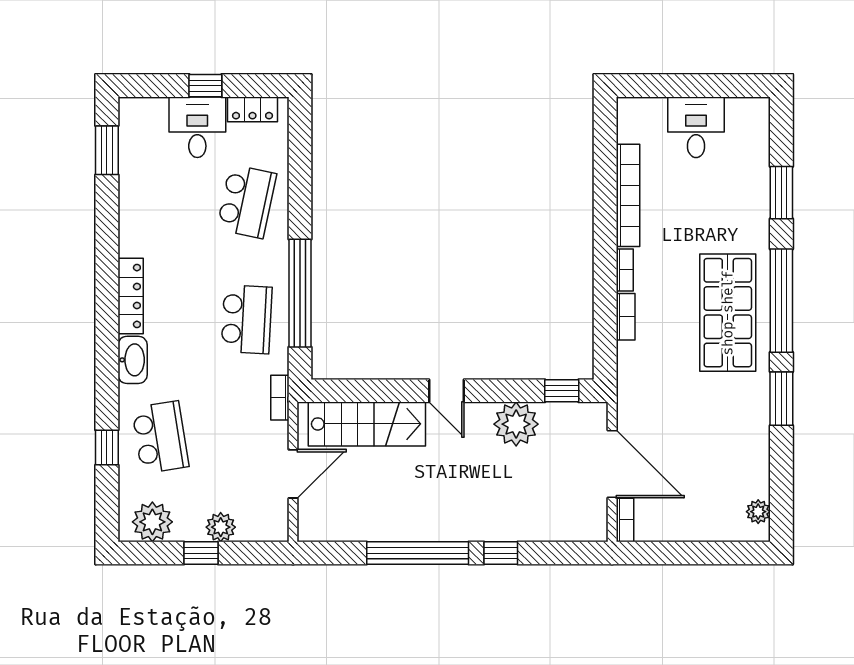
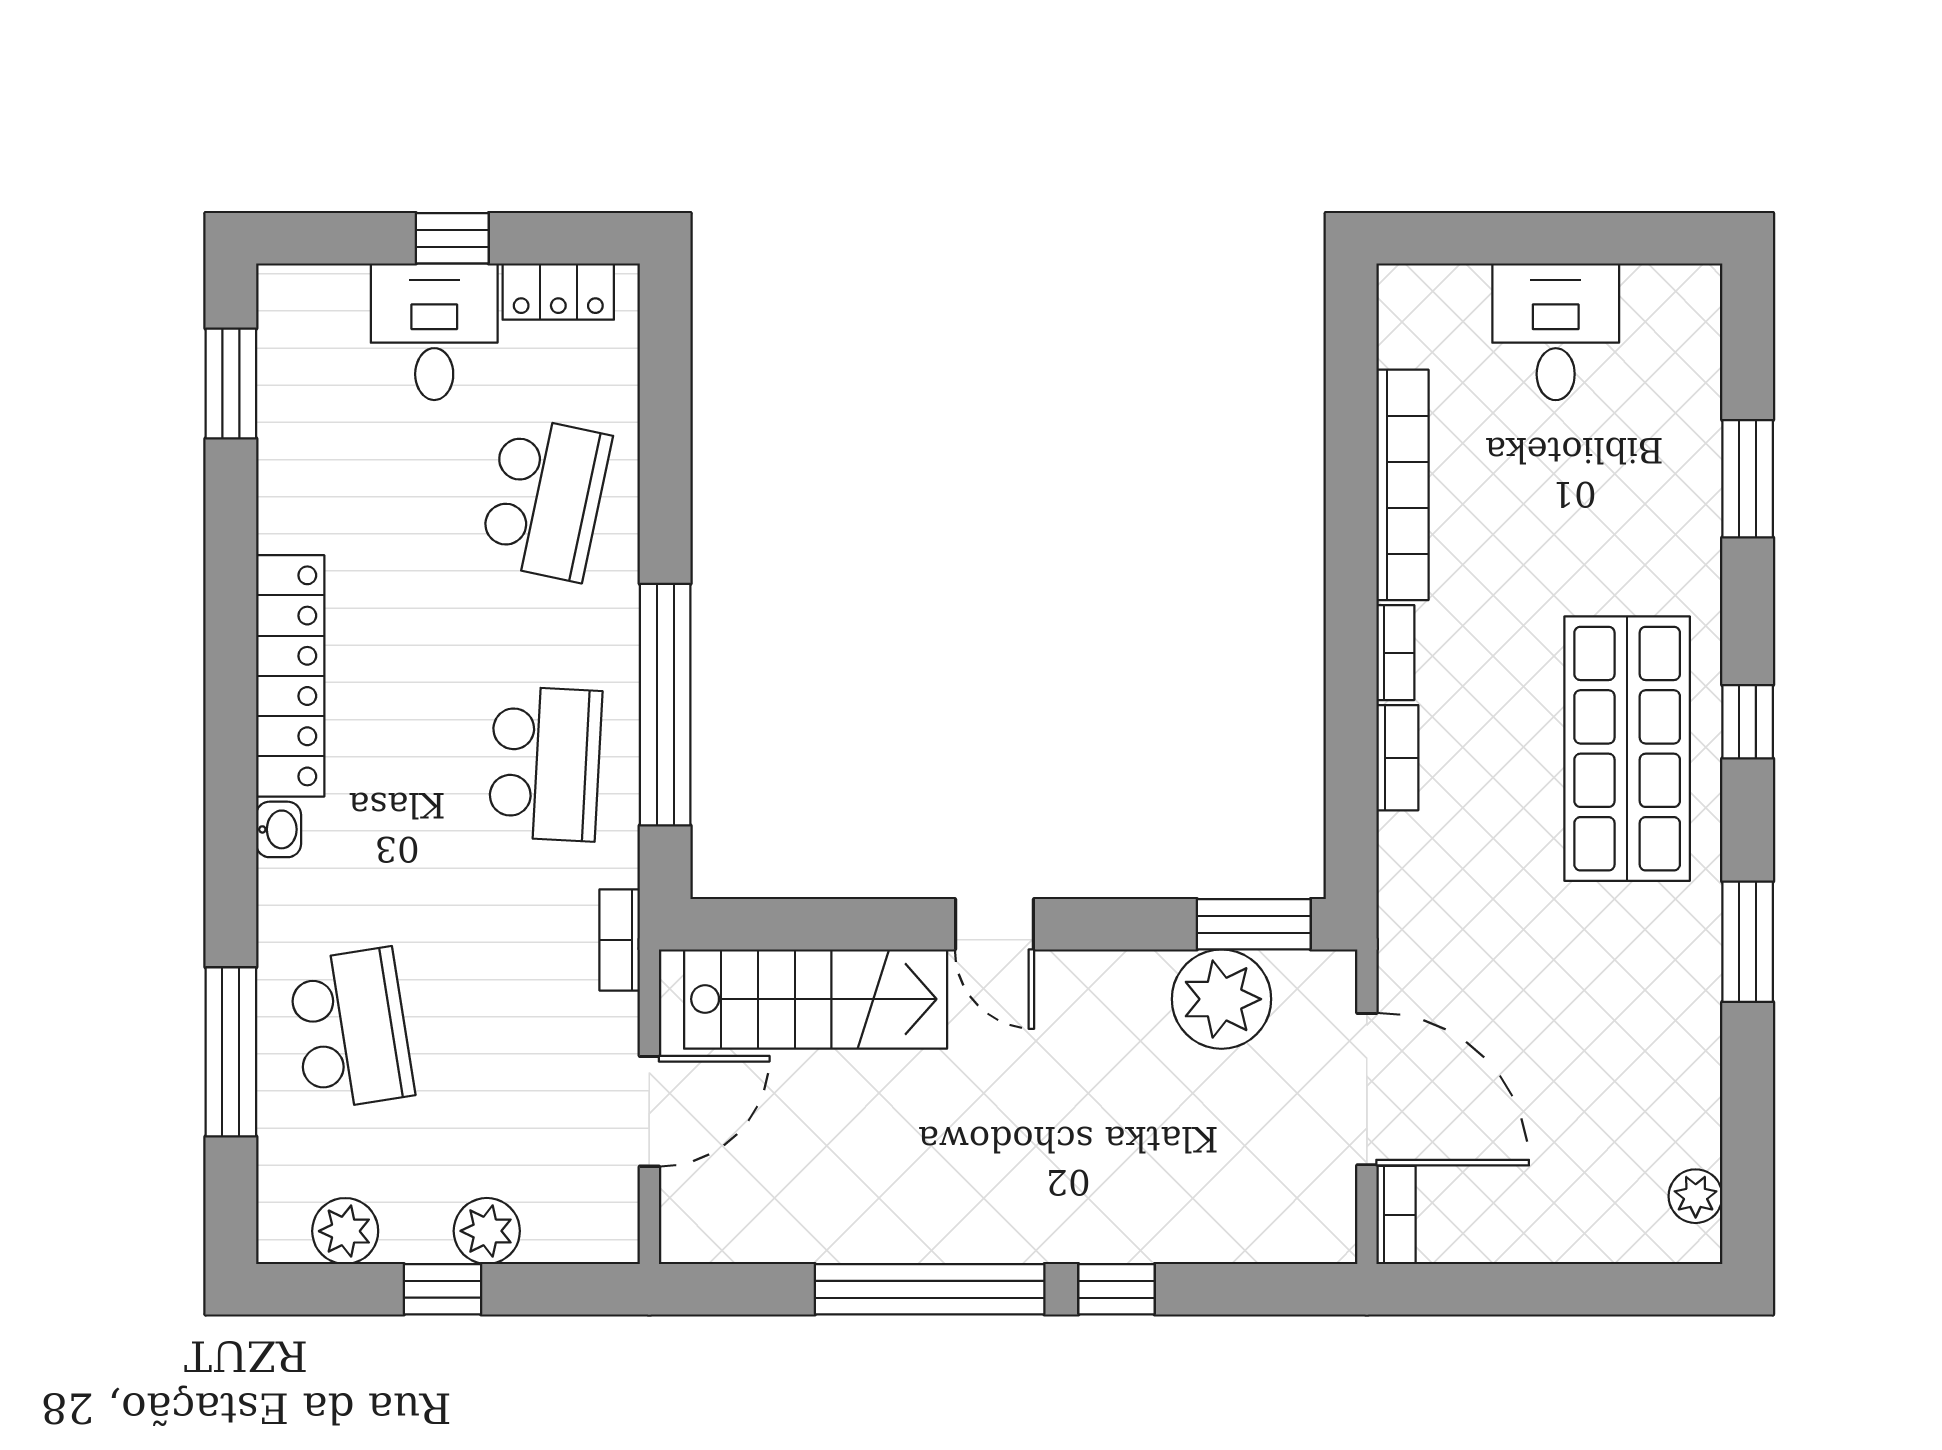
locker: (131, 296) -> (290, 676), width x1.41, depth x1.21
window: (781, 301) -> (1748, 722), width x0.32
washbasin: (133, 360) -> (279, 829), width x0.52, depth x0.69
window: (562, 391) -> (1254, 924), width x1.50
plant: (516, 424) -> (1221, 999), moved
window: (107, 448) -> (231, 1052), width x2.17
plant: (152, 522) -> (345, 1231), width x0.73, depth x0.73

